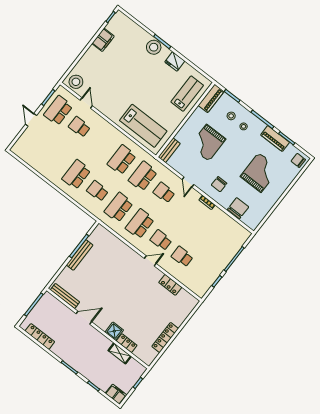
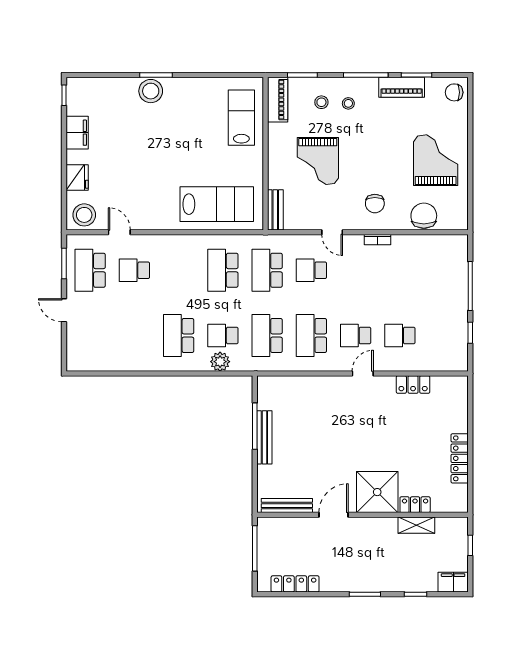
fridge: (175, 61) -> (77, 178), moved, turned -90
grand piano: (260, 173) -> (436, 160), moved
plant: (86, 202) -> (220, 362), added
shower: (114, 331) -> (377, 492), width x1.86, depth x1.86

